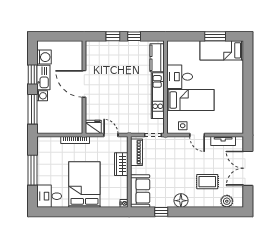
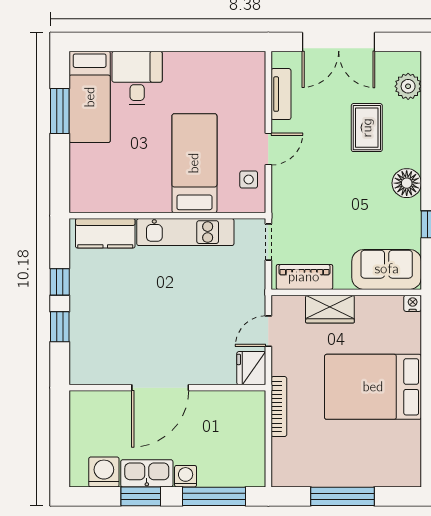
desk: (180, 77) -> (137, 78), moved, turned 180
desk: (49, 196) -> (397, 461), removed

